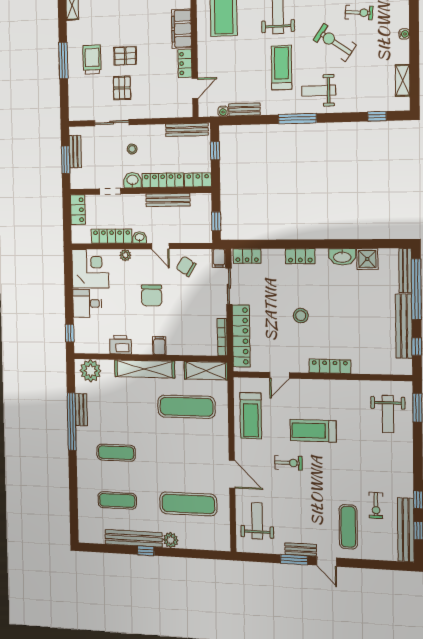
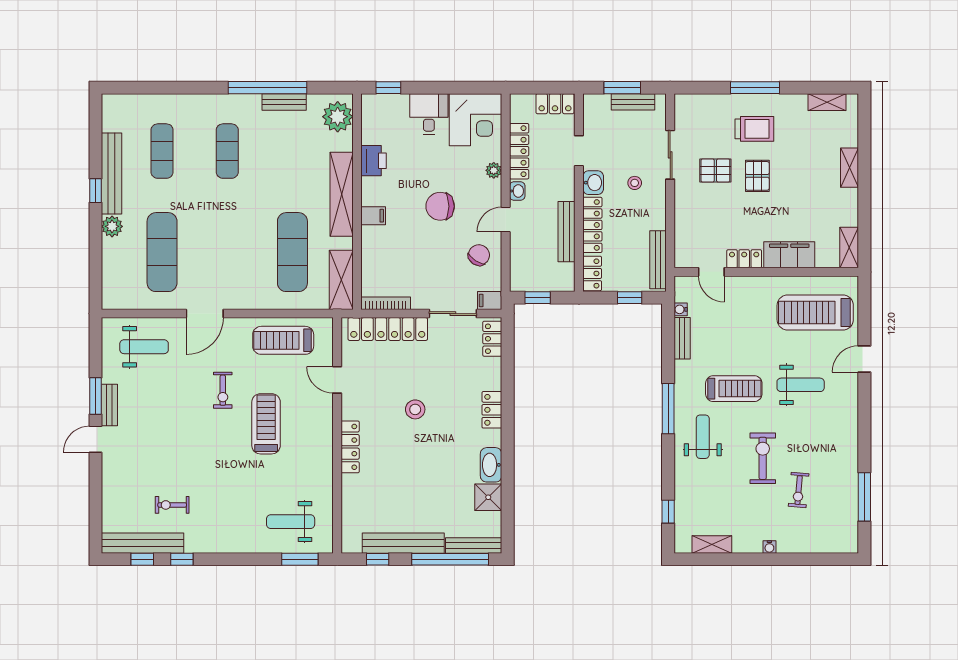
exercise bike: (335, 42) -> (763, 458), turned -35
exercise mat: (348, 527) -> (143, 468), removed

